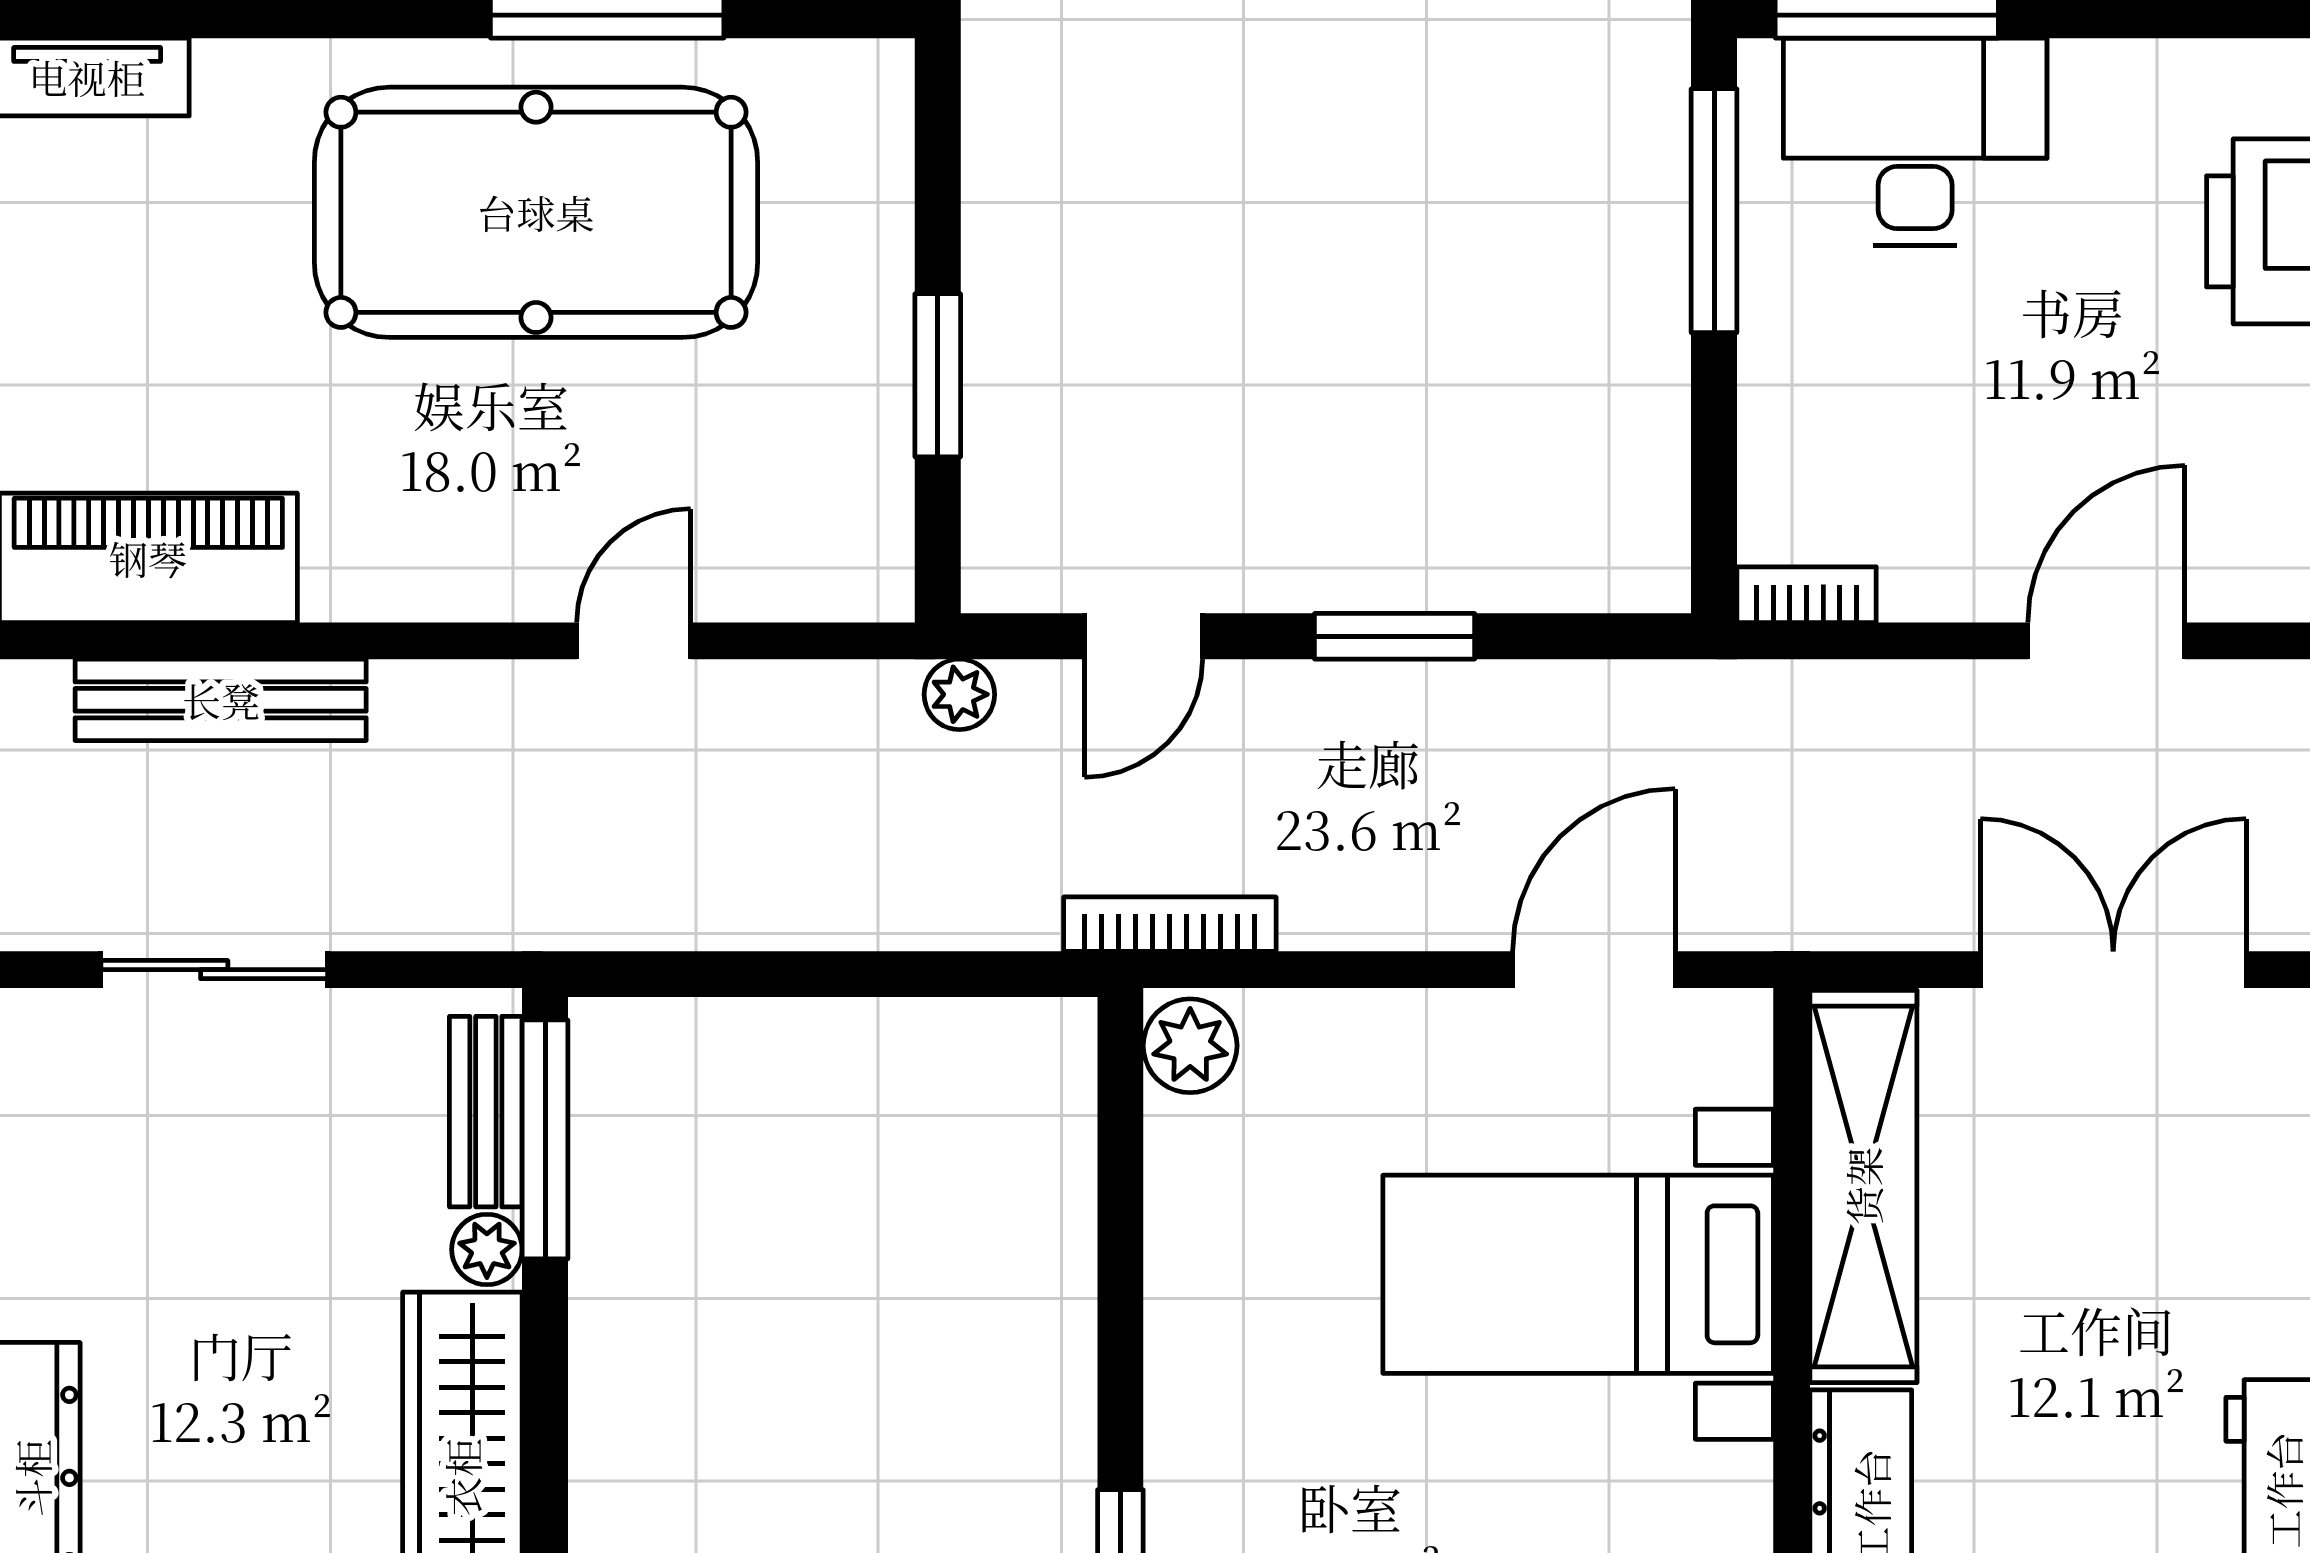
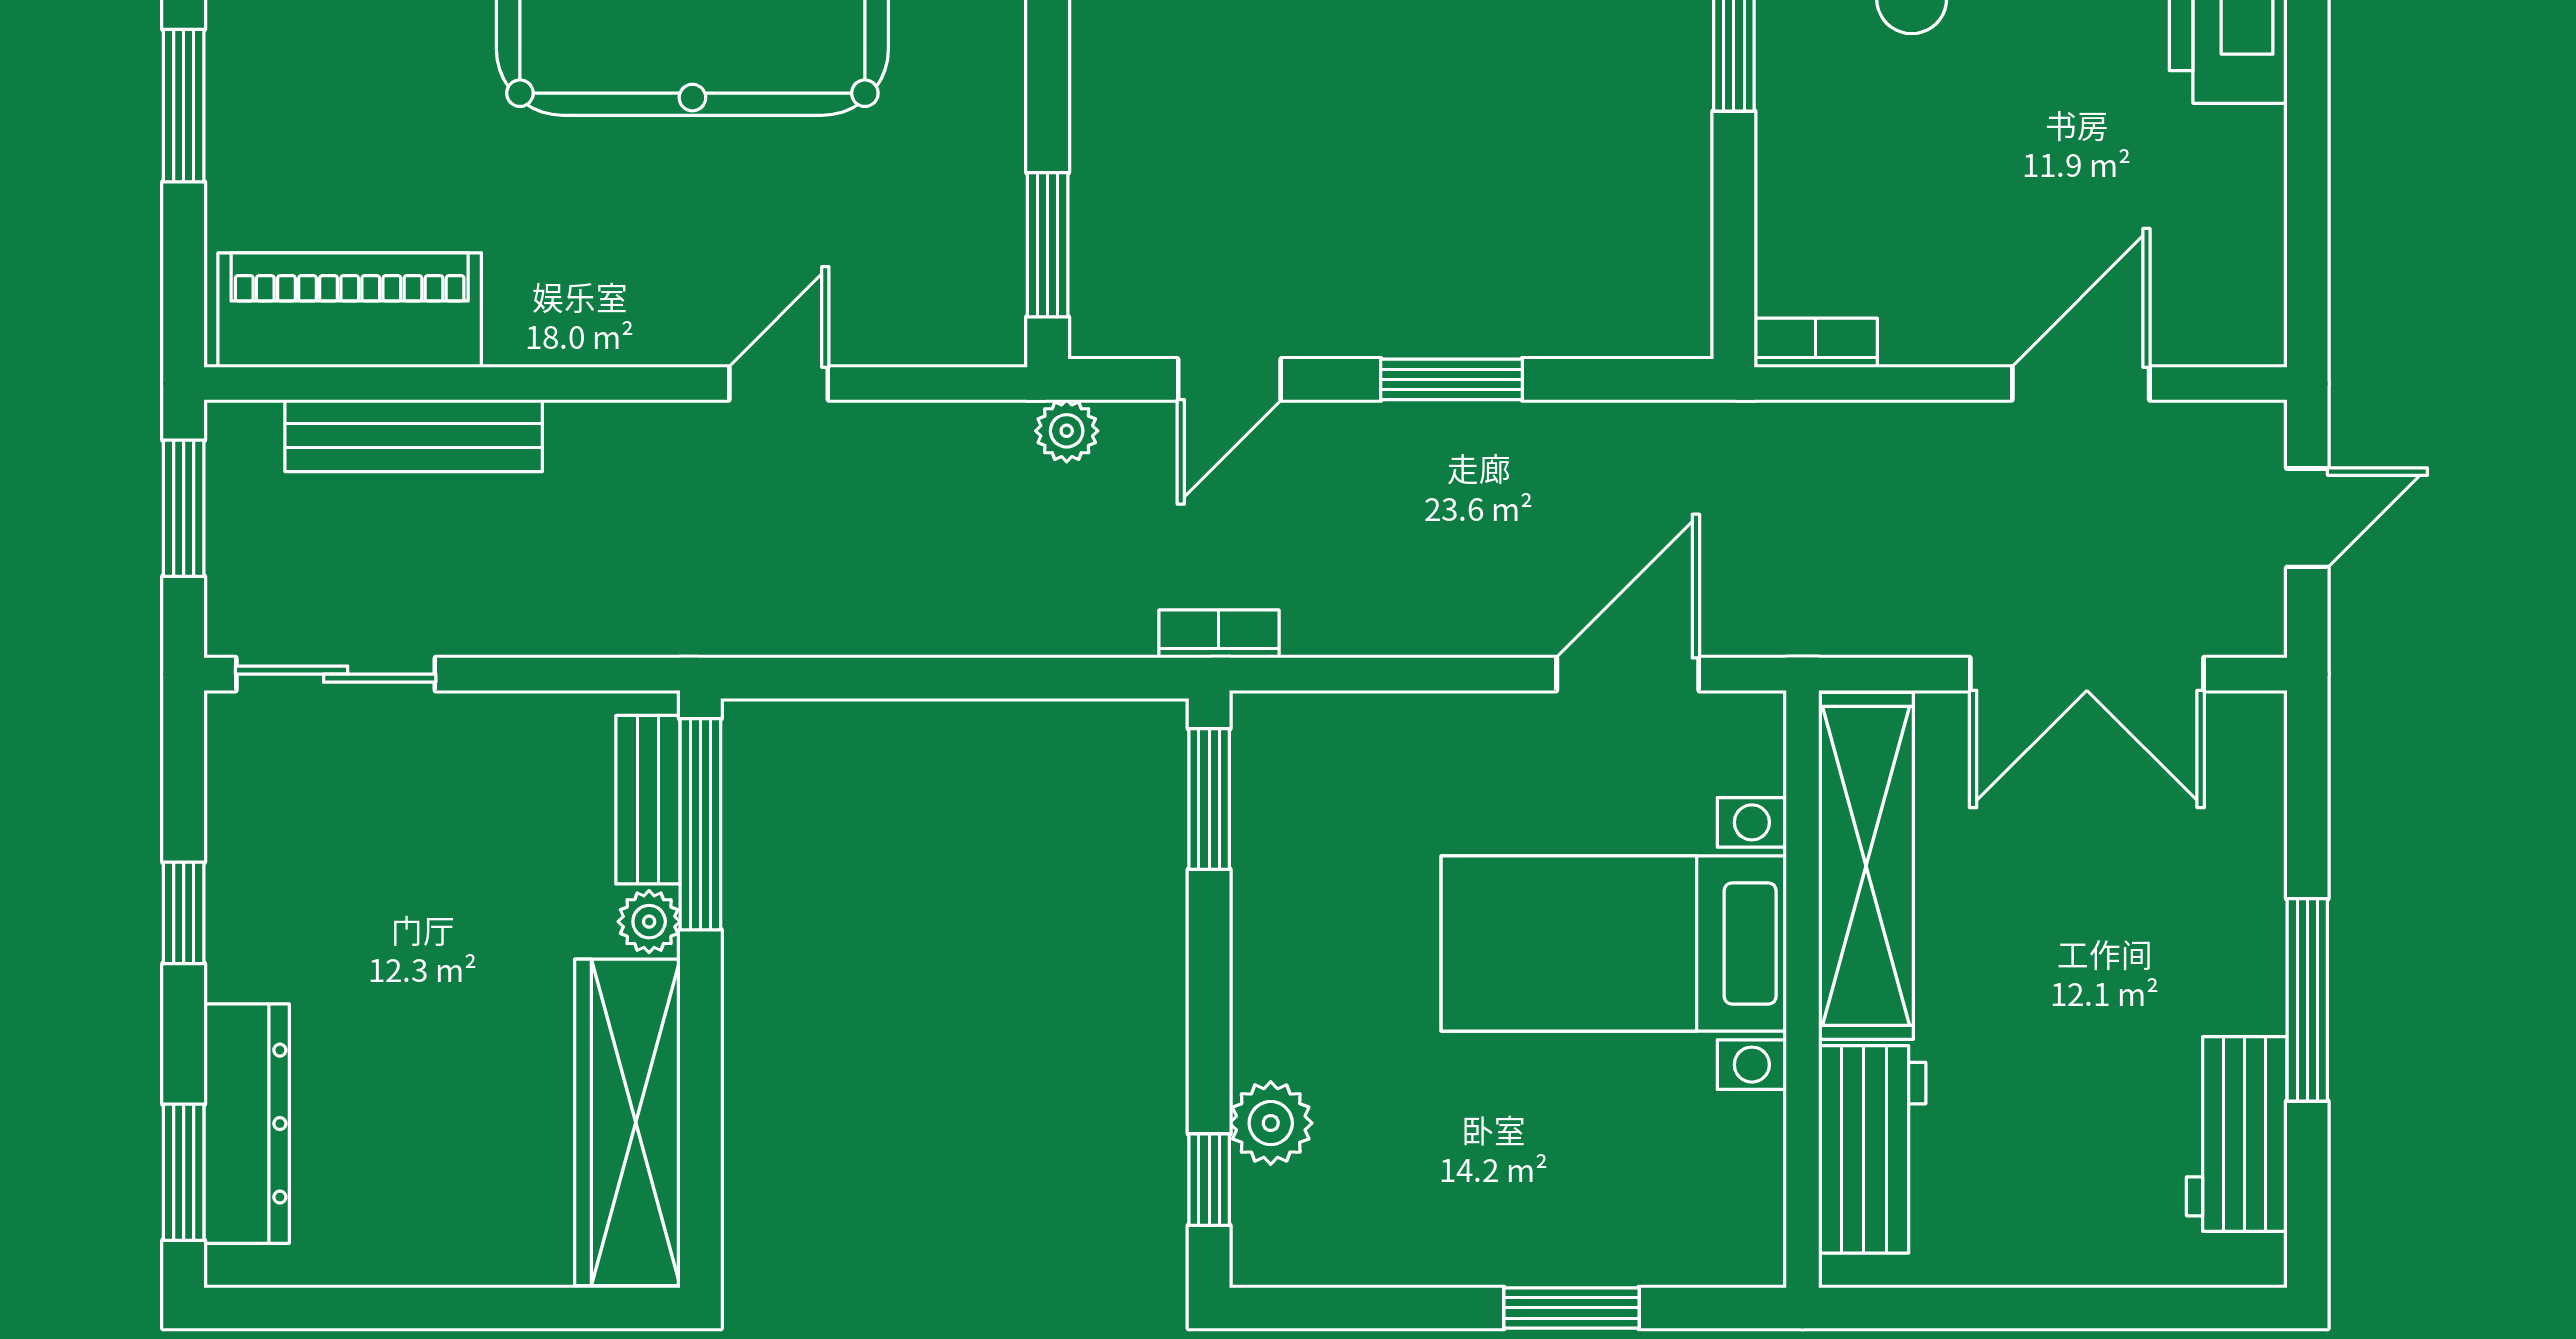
window: (938, 375) -> (1048, 245), moved
bookcase: (1170, 924) -> (1219, 634), width x0.64
sliding door: (214, 970) -> (336, 674), moved
double door: (2113, 970) -> (2087, 674), swing flipped
plant: (1190, 1046) -> (1271, 1123), moved
window: (1120, 1111) -> (1209, 799), added

